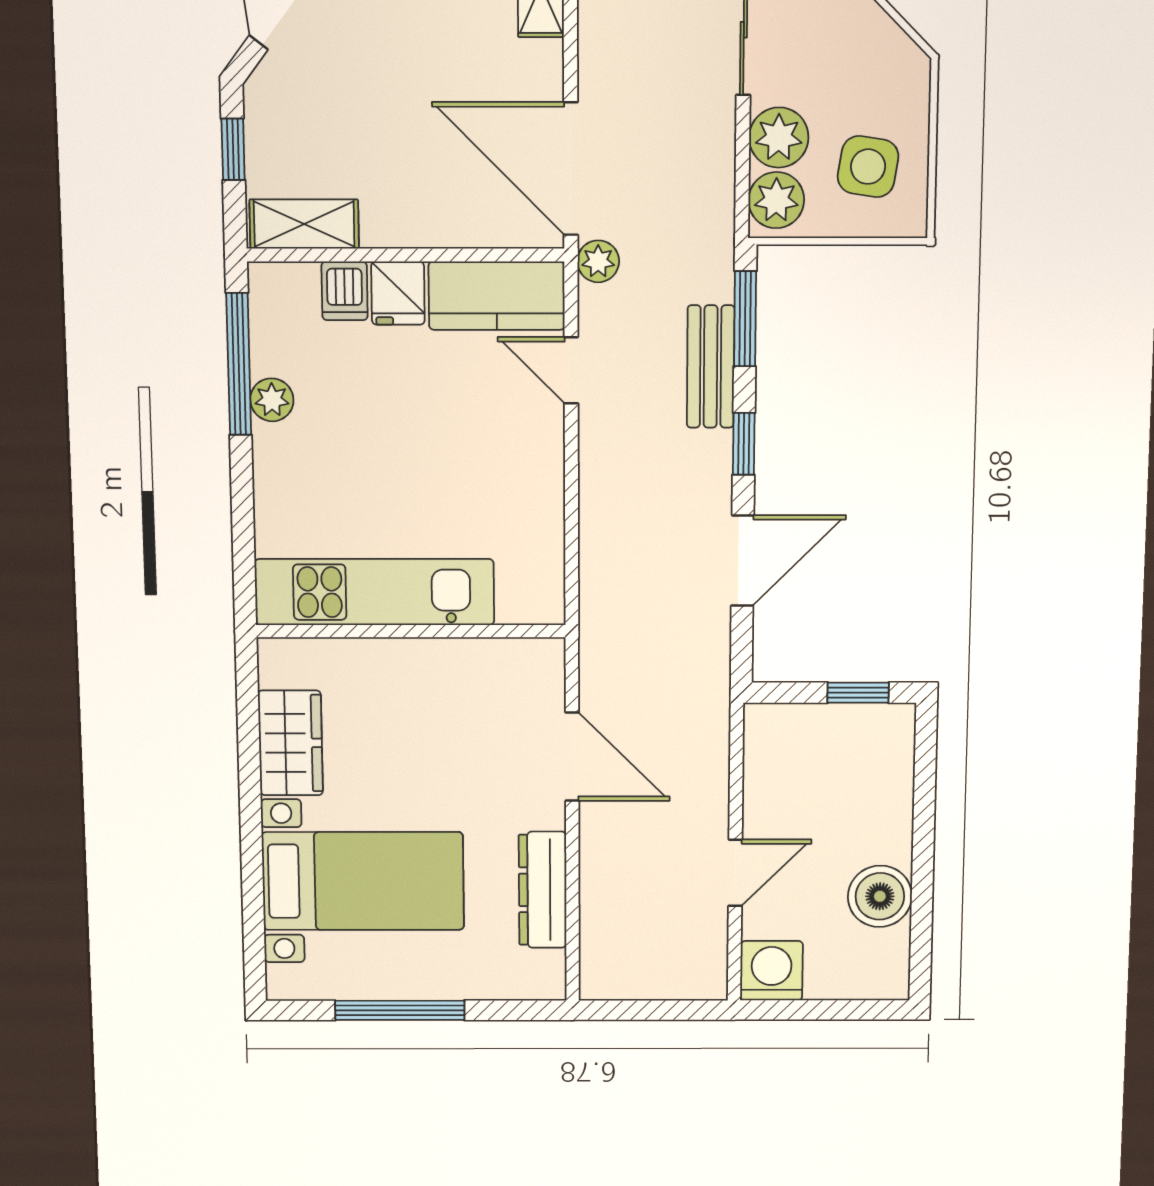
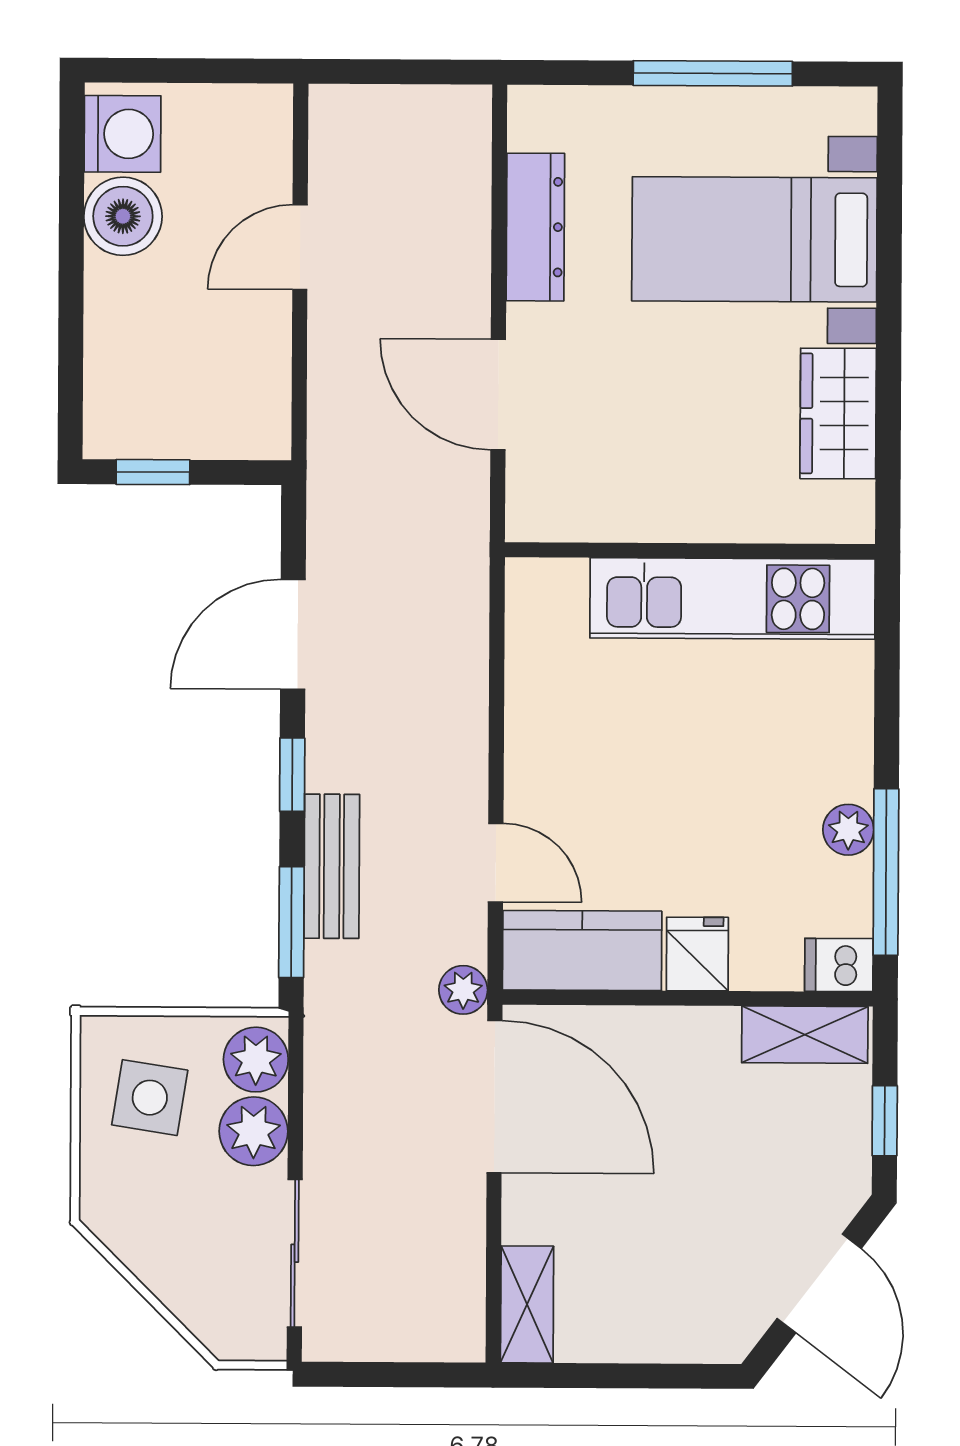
dishwasher: (345, 291) -> (839, 965), moved, turned -90
washing machine: (771, 971) -> (123, 134), moved, turned -90

